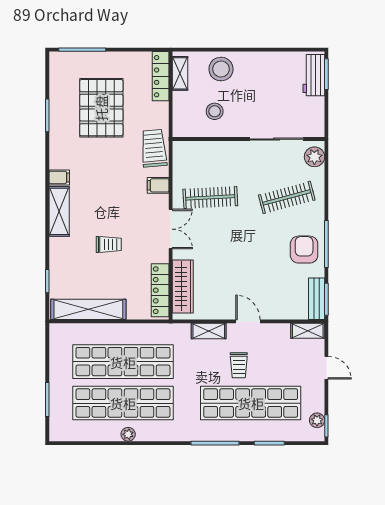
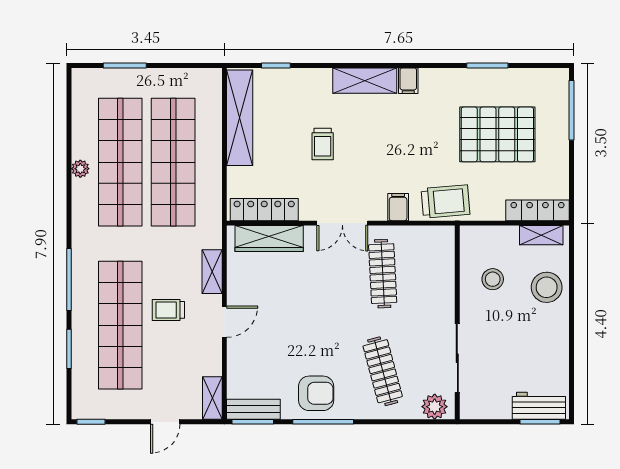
plant: (317, 420) -> (98, 410), removed

